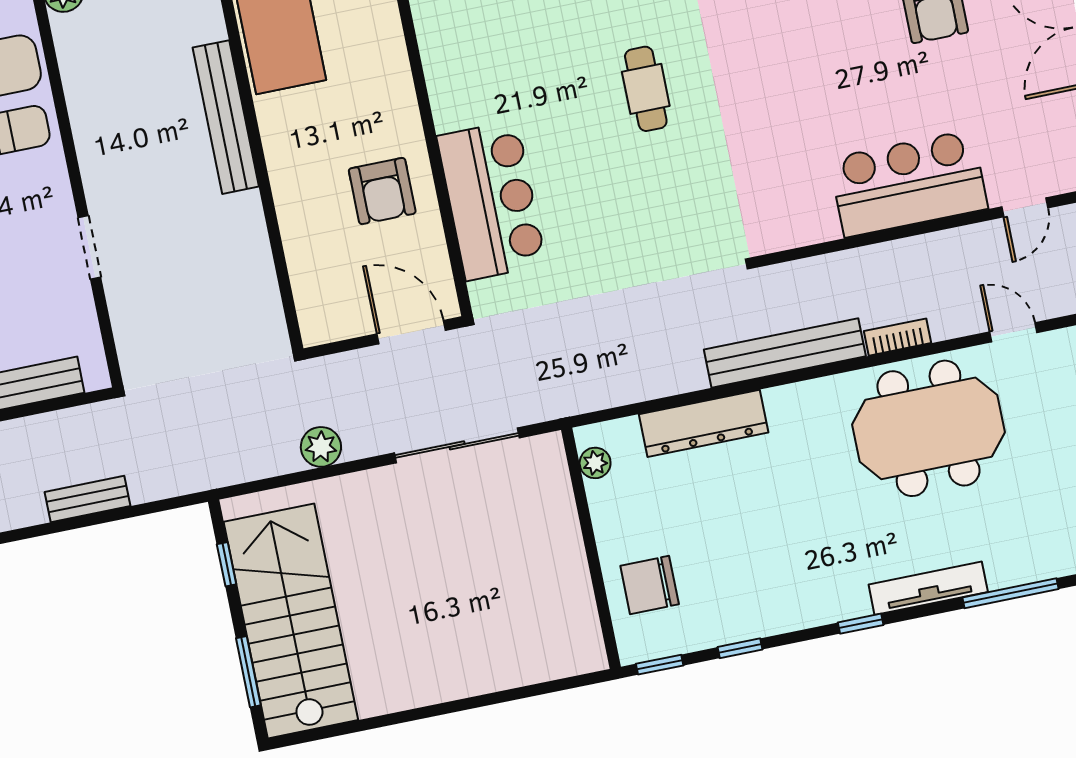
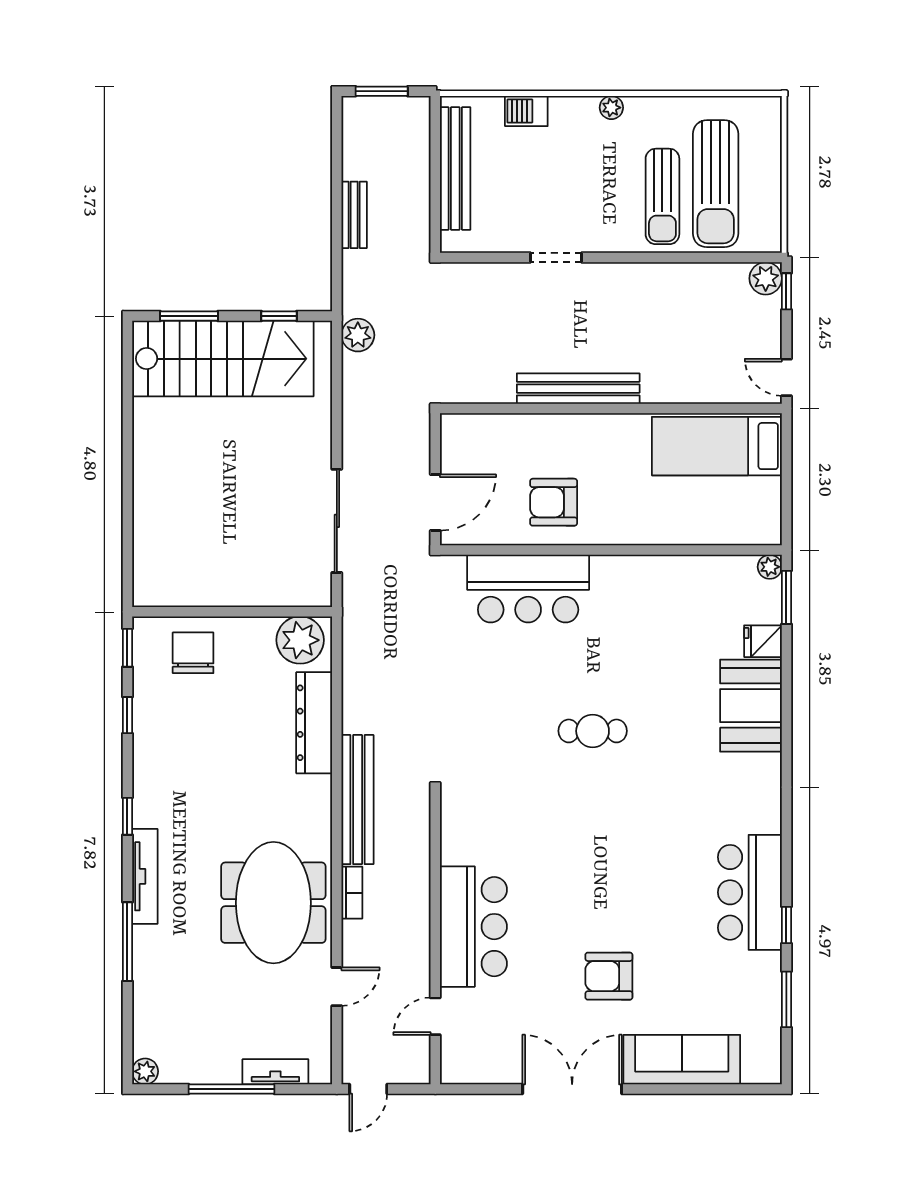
bench: (226, 117) -> (578, 389), moved
door: (1025, 207) -> (435, 1016), hinge flipped
plant: (321, 447) -> (358, 335), moved
plant: (595, 463) -> (300, 640), width x1.88, depth x1.88

